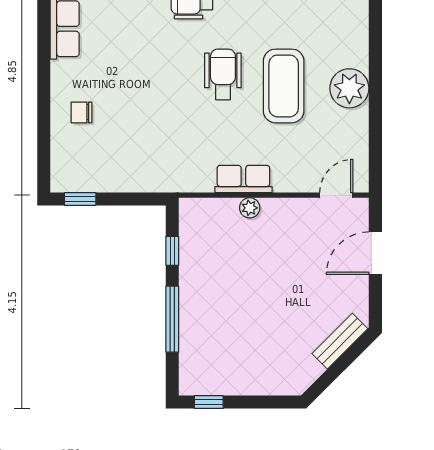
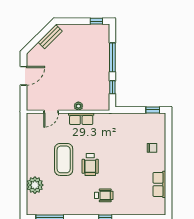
plant: (349, 88) -> (35, 185), moved
door: (336, 195) -> (51, 112), moved
door: (375, 253) -> (23, 76), moved
bench: (340, 341) -> (50, 37), moved

